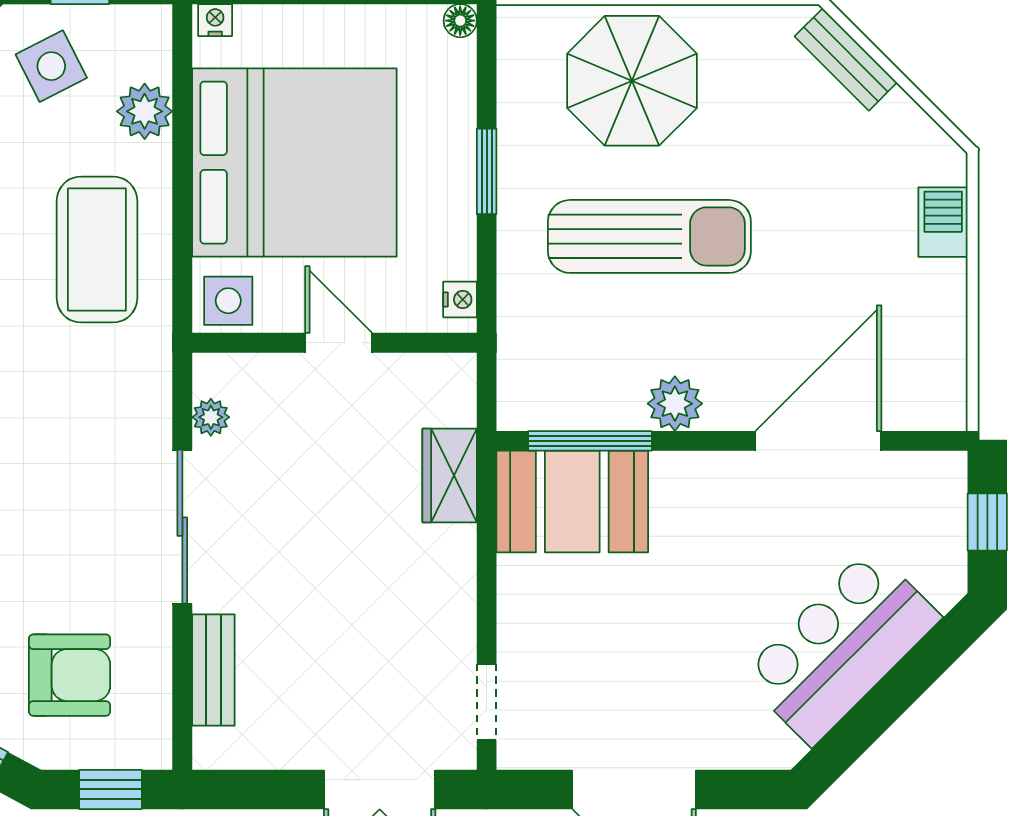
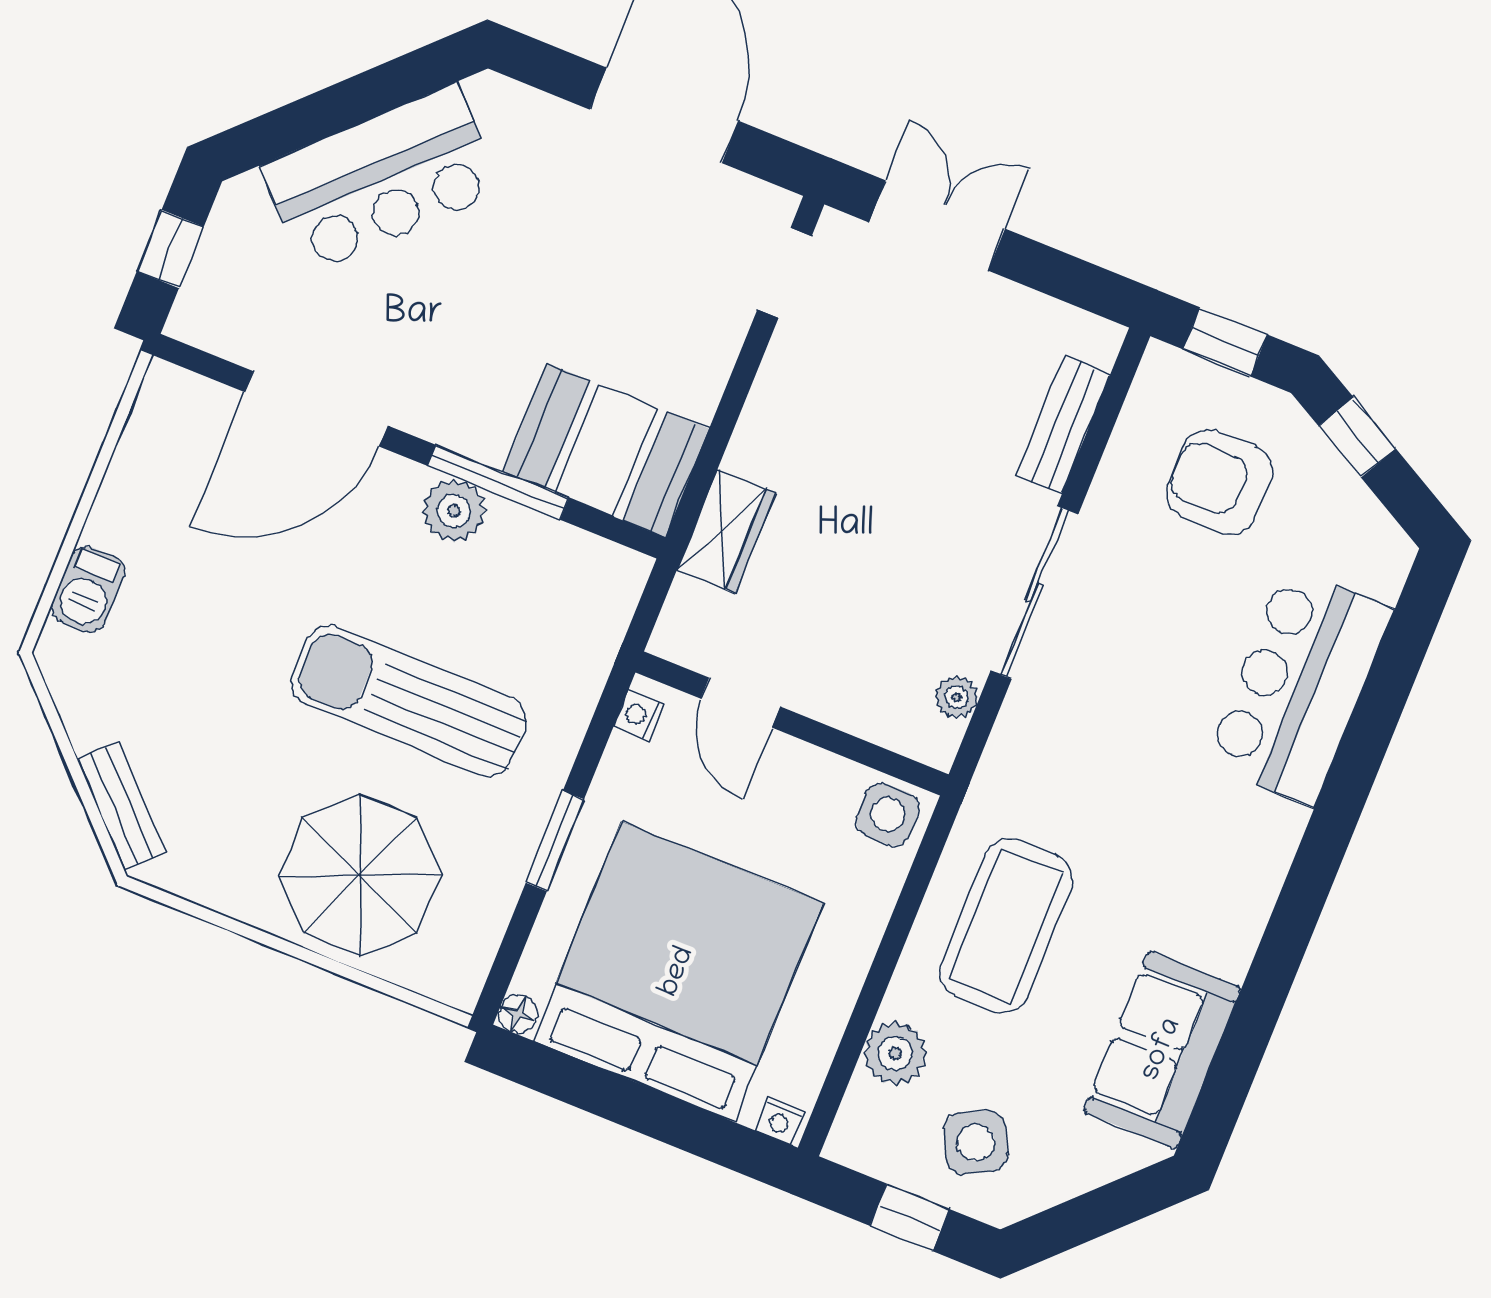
bed: (294, 163) -> (678, 972), moved, turned 90
door: (339, 343) -> (741, 703), moved
window: (590, 441) -> (498, 482), moved

